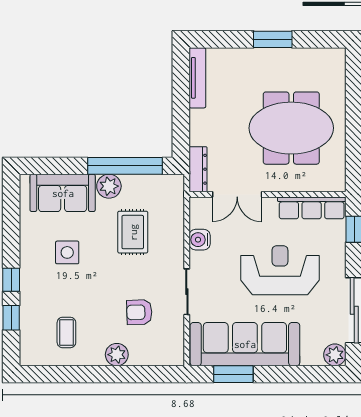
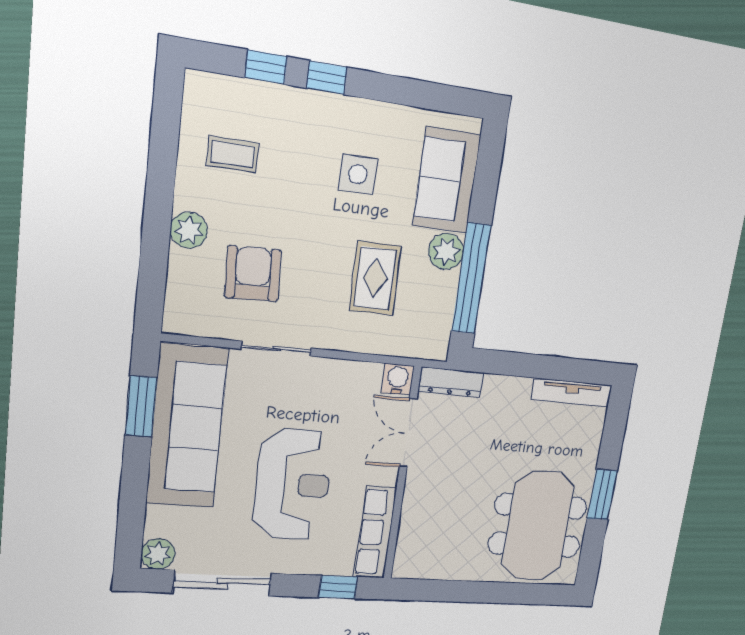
meeting table: (291, 128) -> (538, 526), moved
rug: (133, 232) -> (375, 278), turned 90
water cooler: (200, 240) -> (398, 379), moved
armchair: (139, 312) -> (253, 274), width x1.38, depth x1.38

